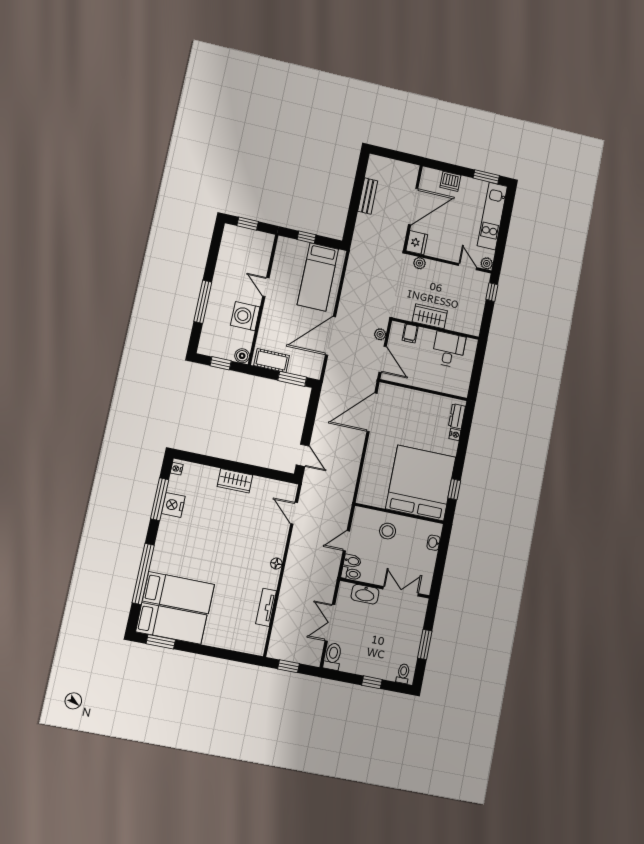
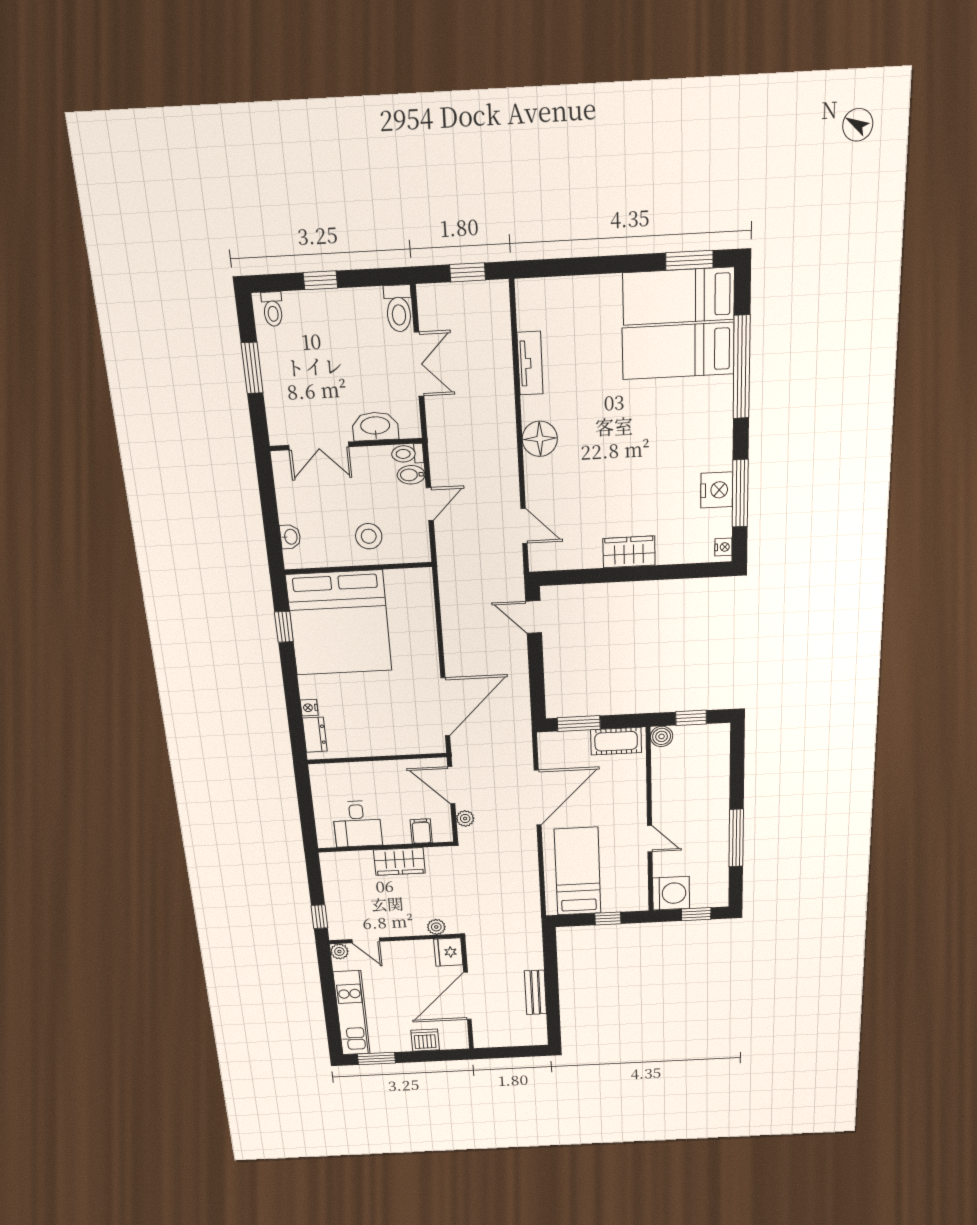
window: (203, 302) -> (736, 838), moved
washing machine: (245, 316) -> (671, 893), moved
floor lamp: (276, 564) -> (540, 439), width x1.89, depth x1.89

